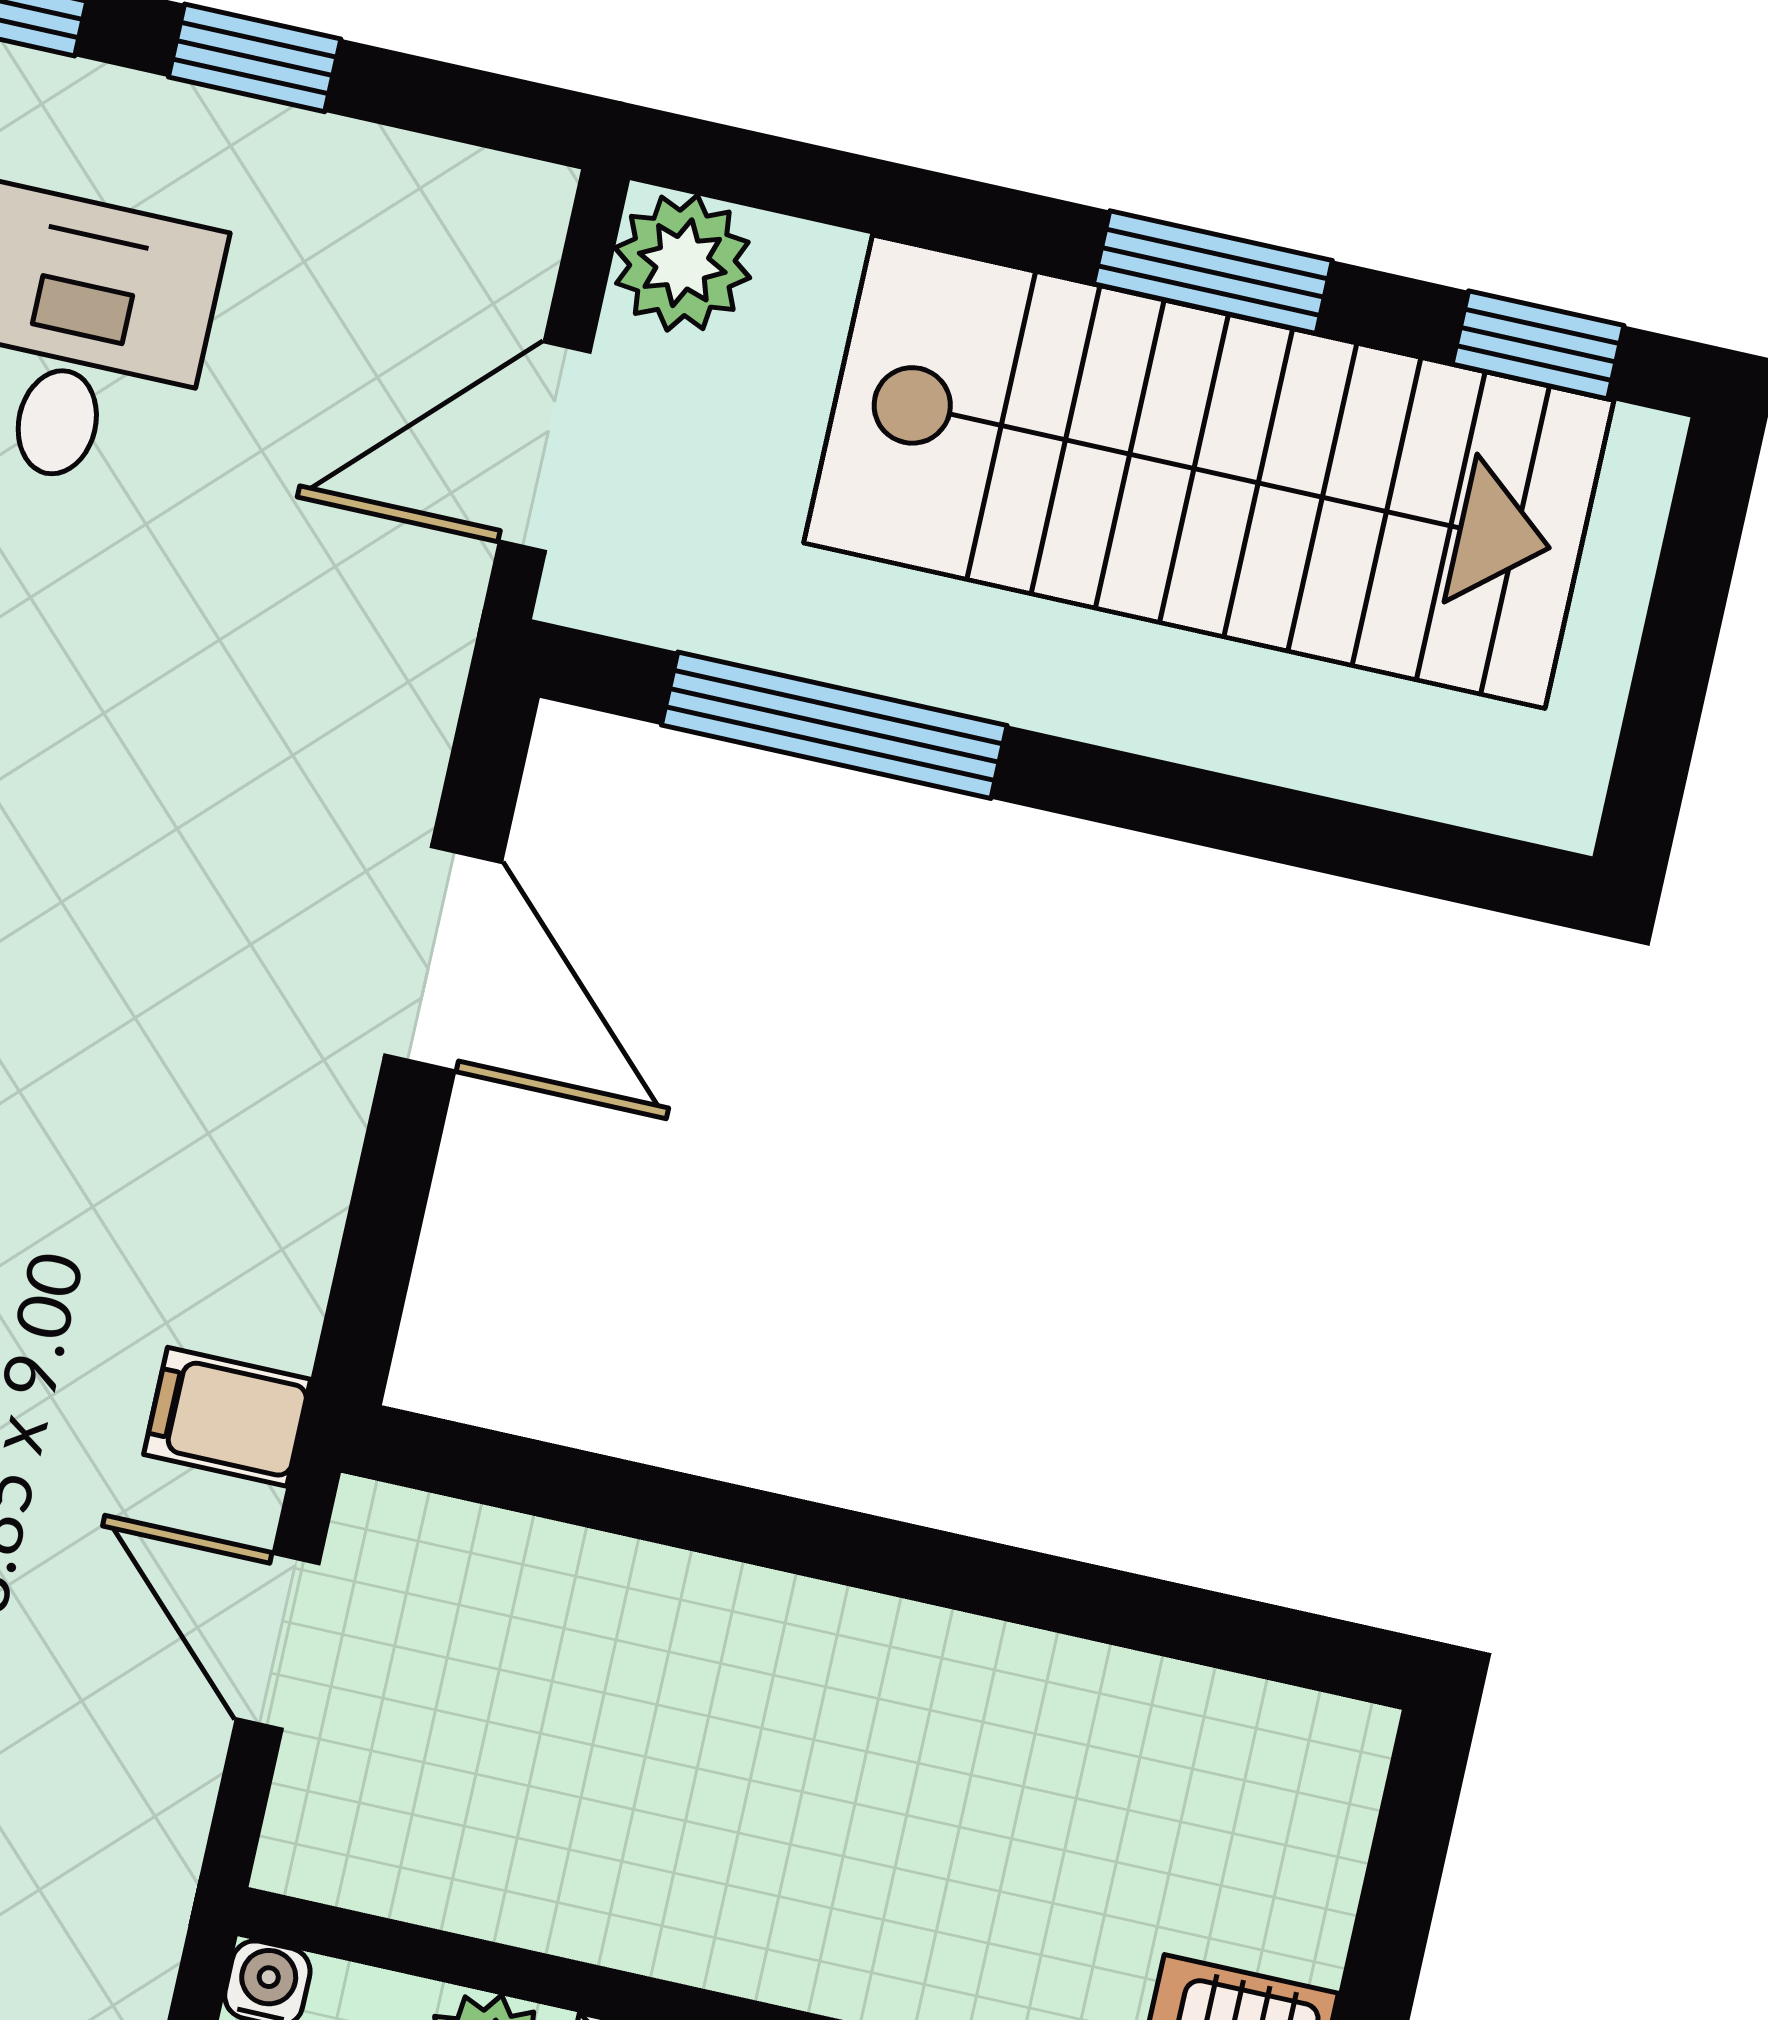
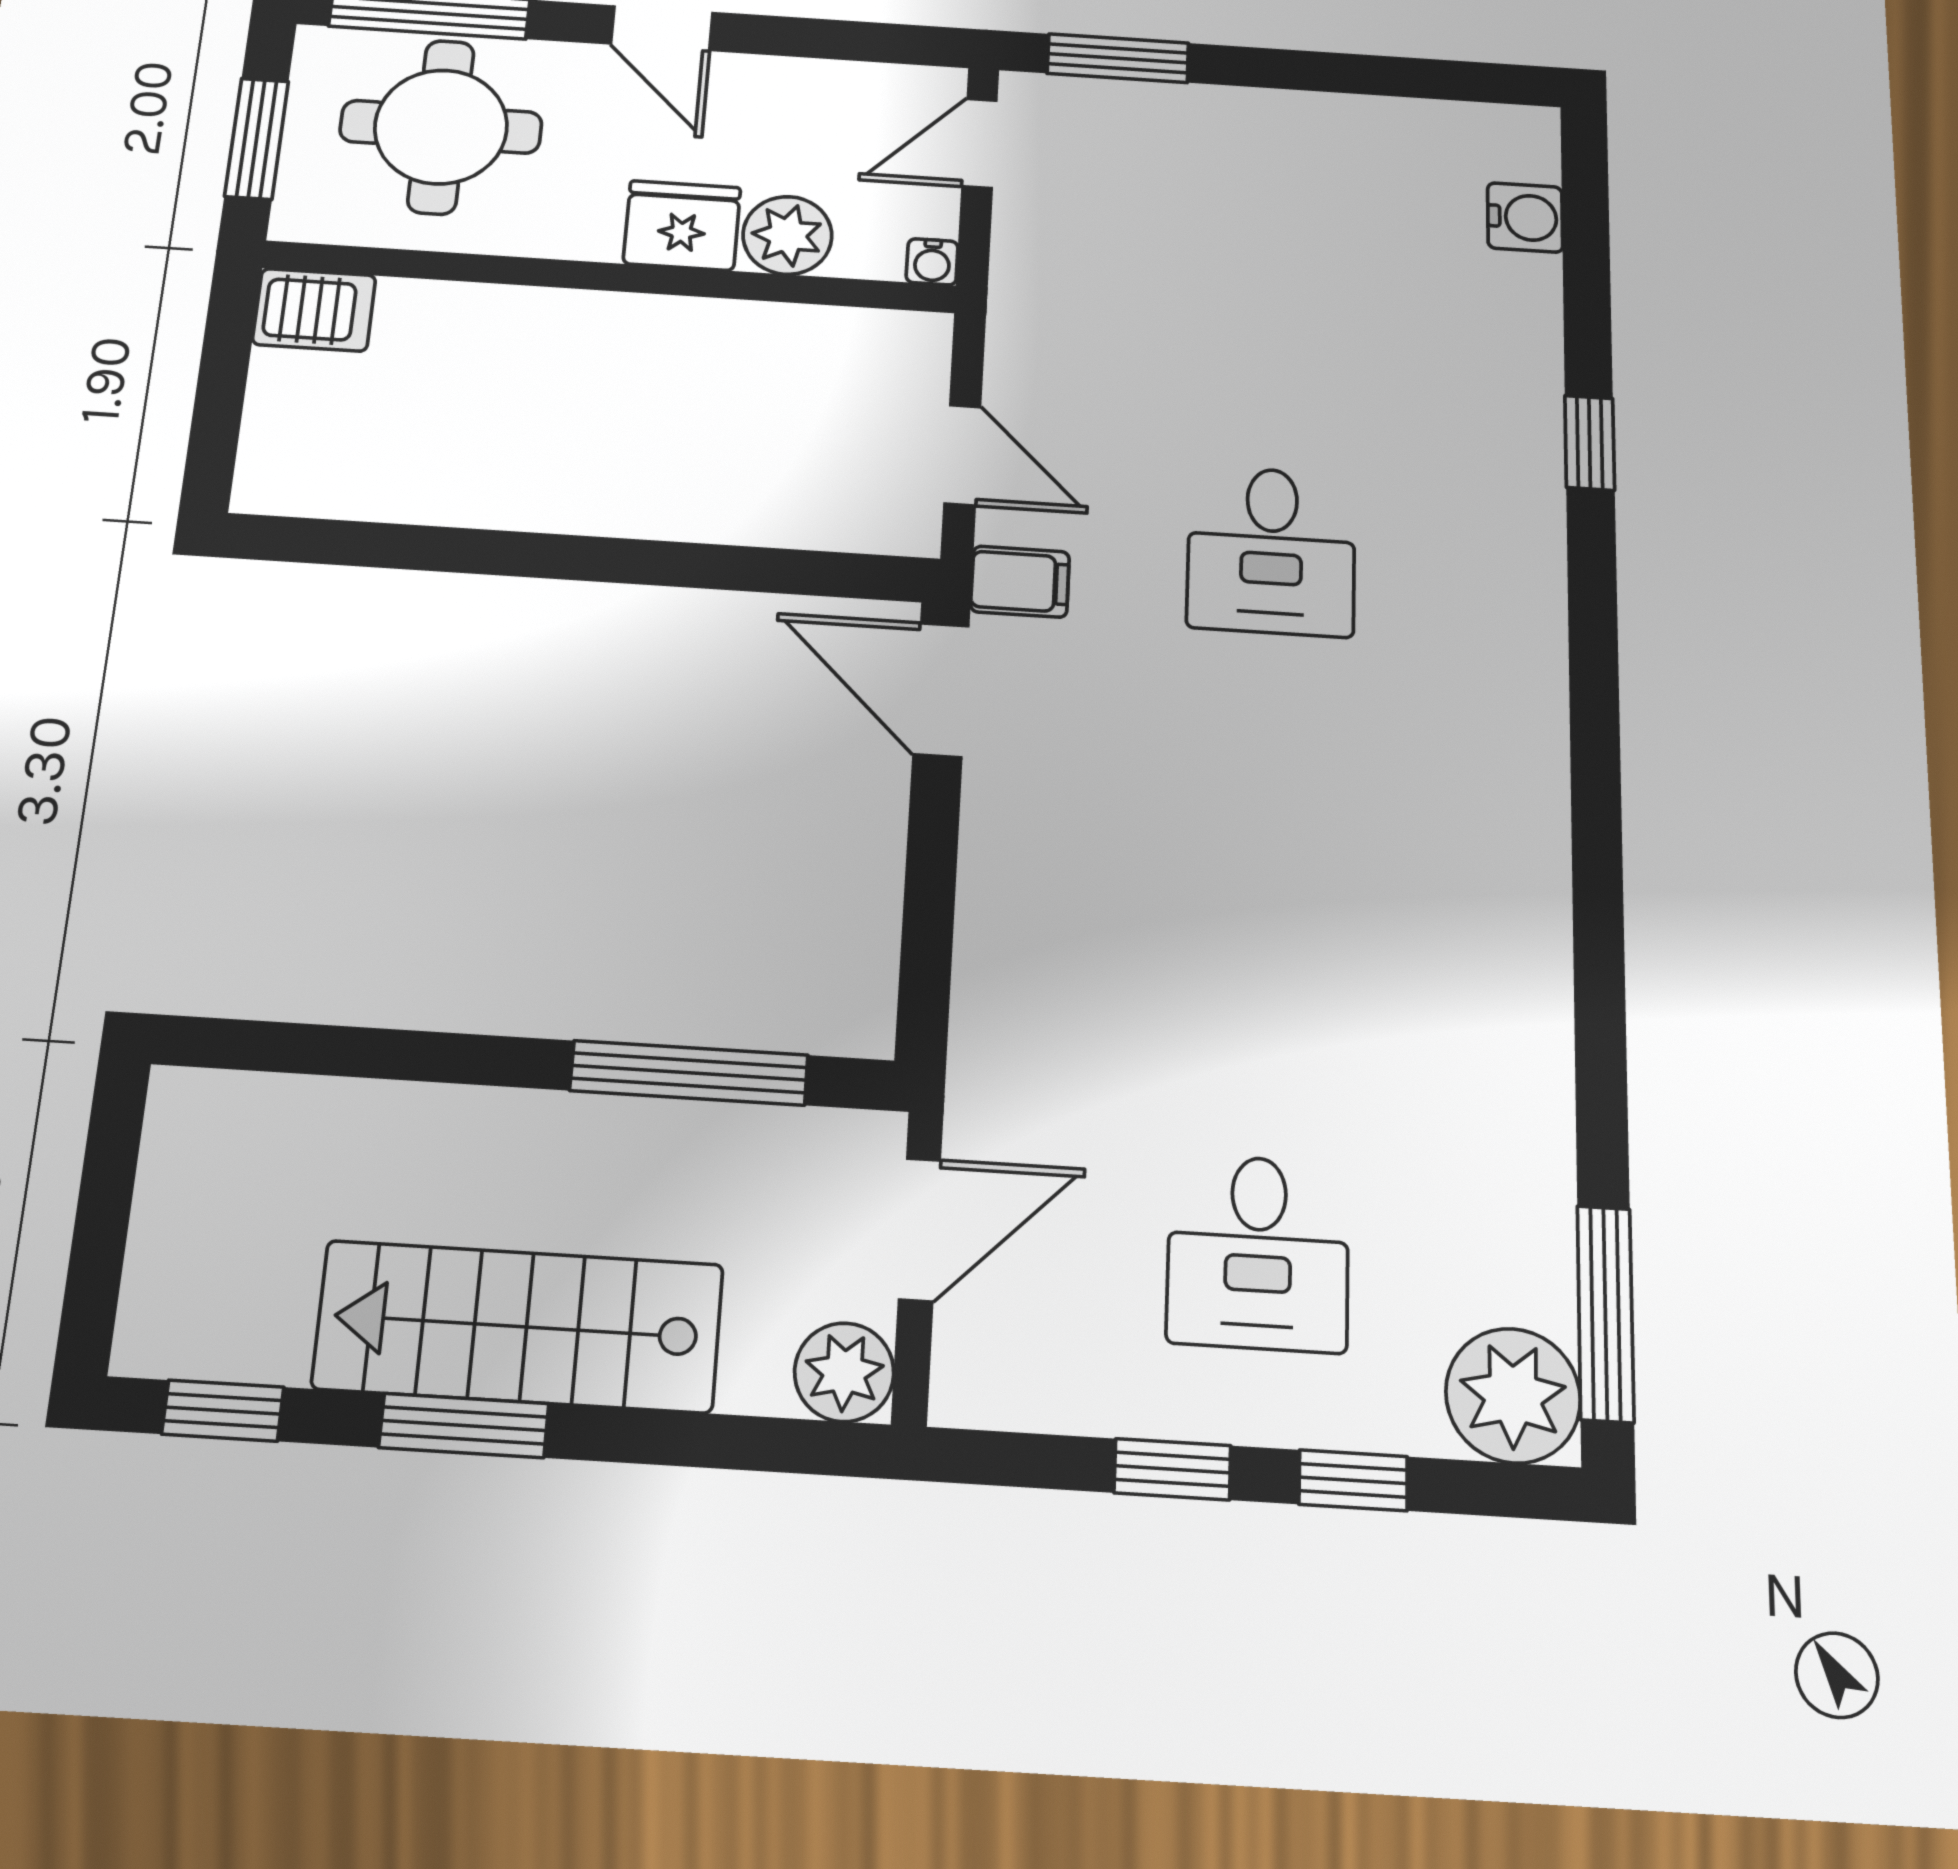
stairs: (1209, 472) -> (519, 1326), width x0.73, depth x0.66
door: (443, 959) -> (941, 690), moved

